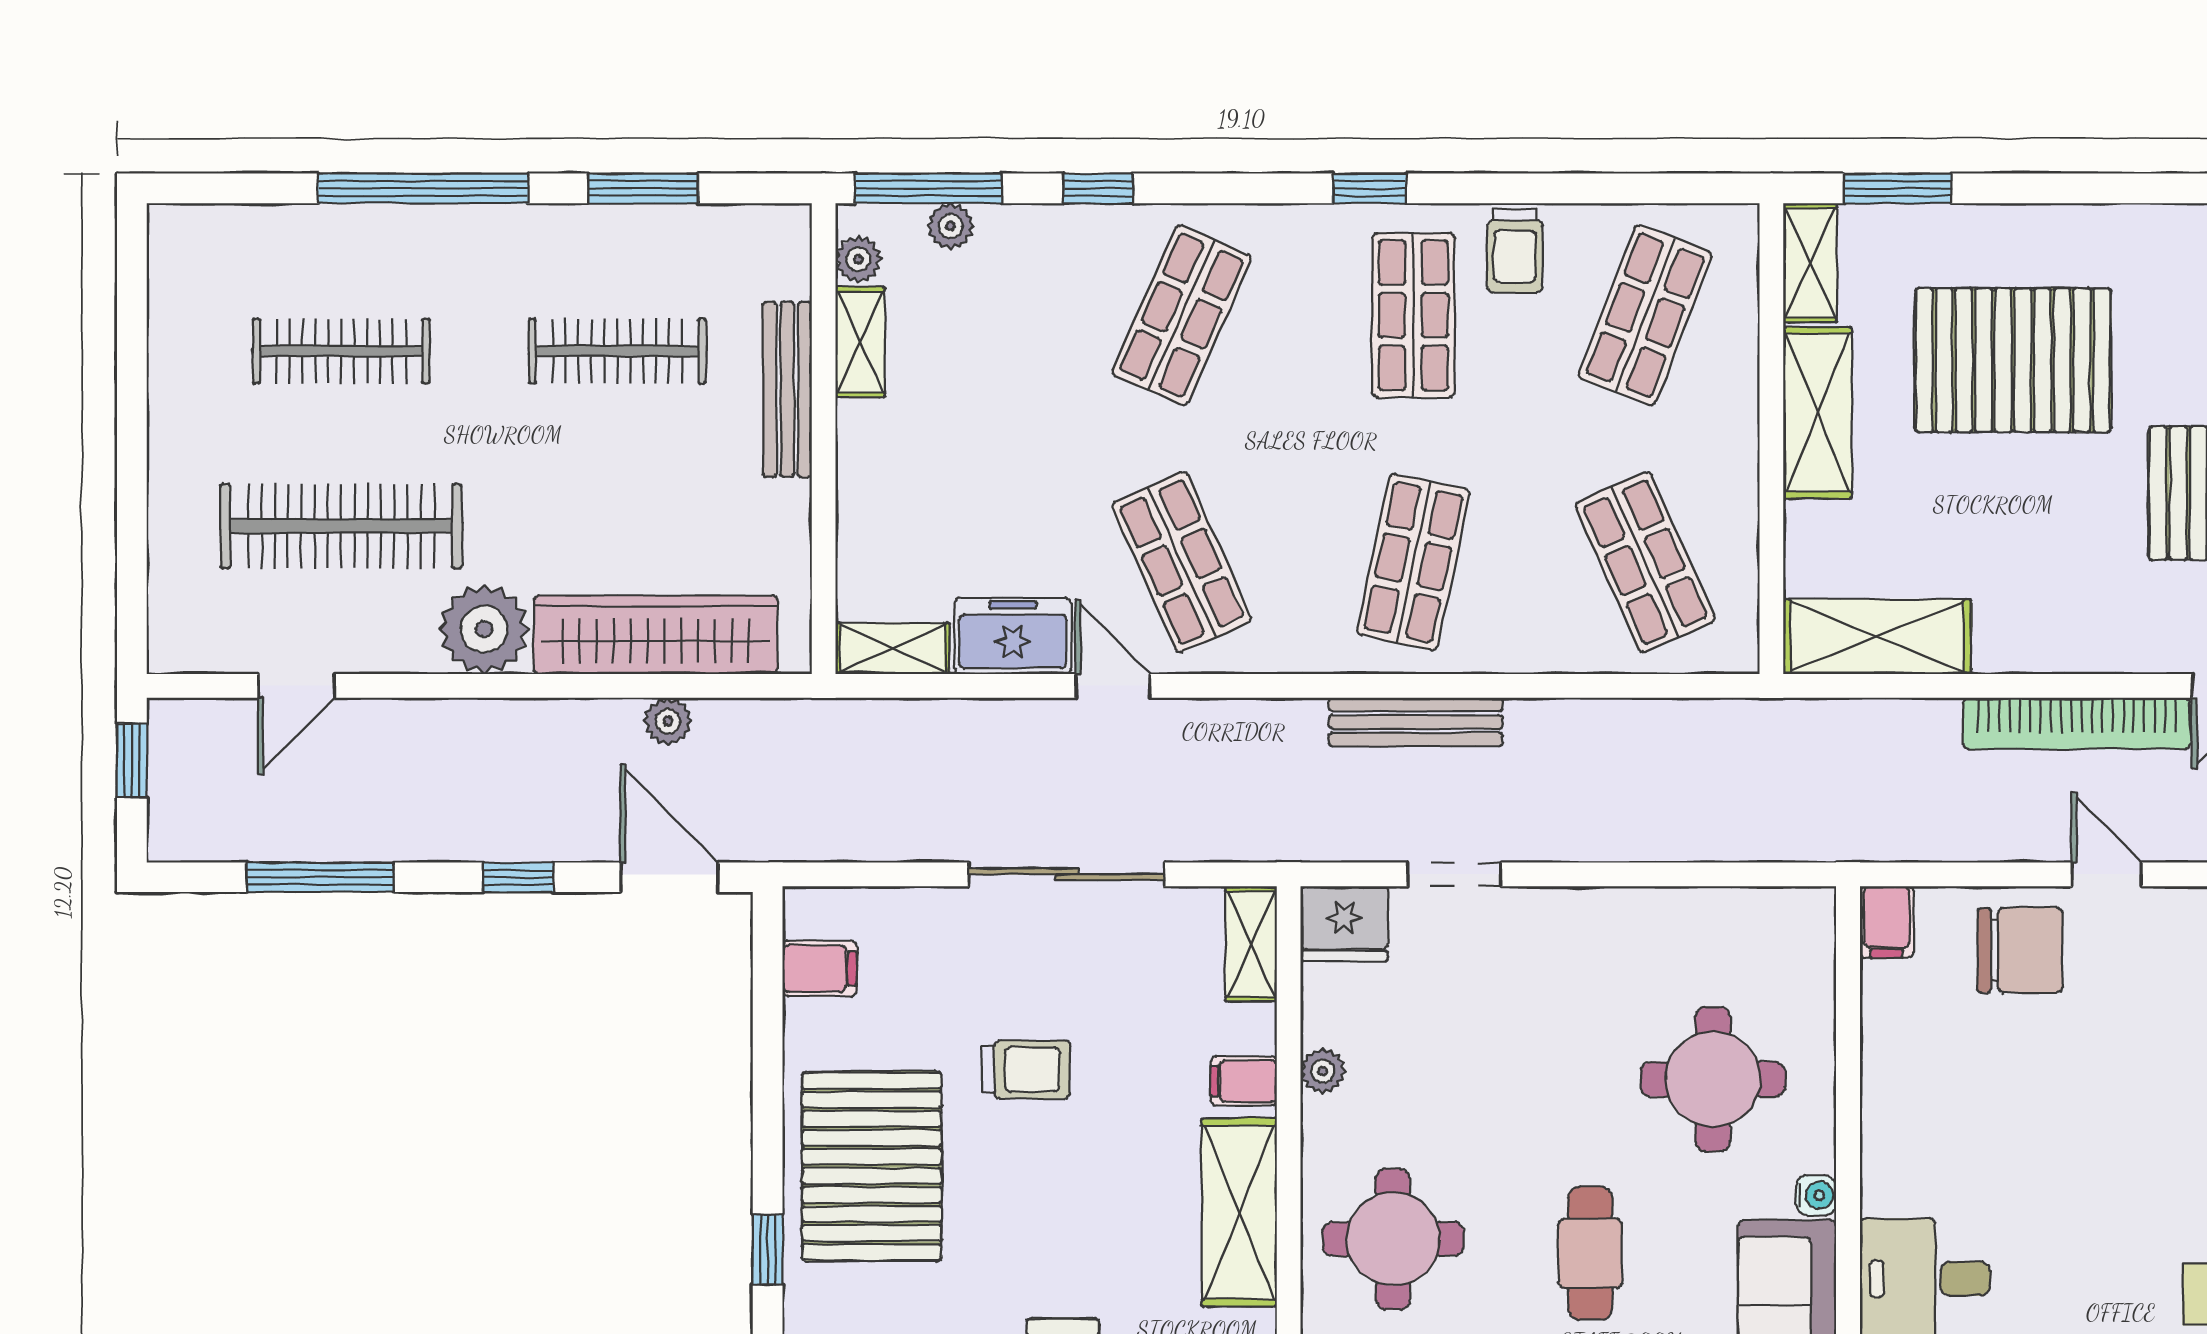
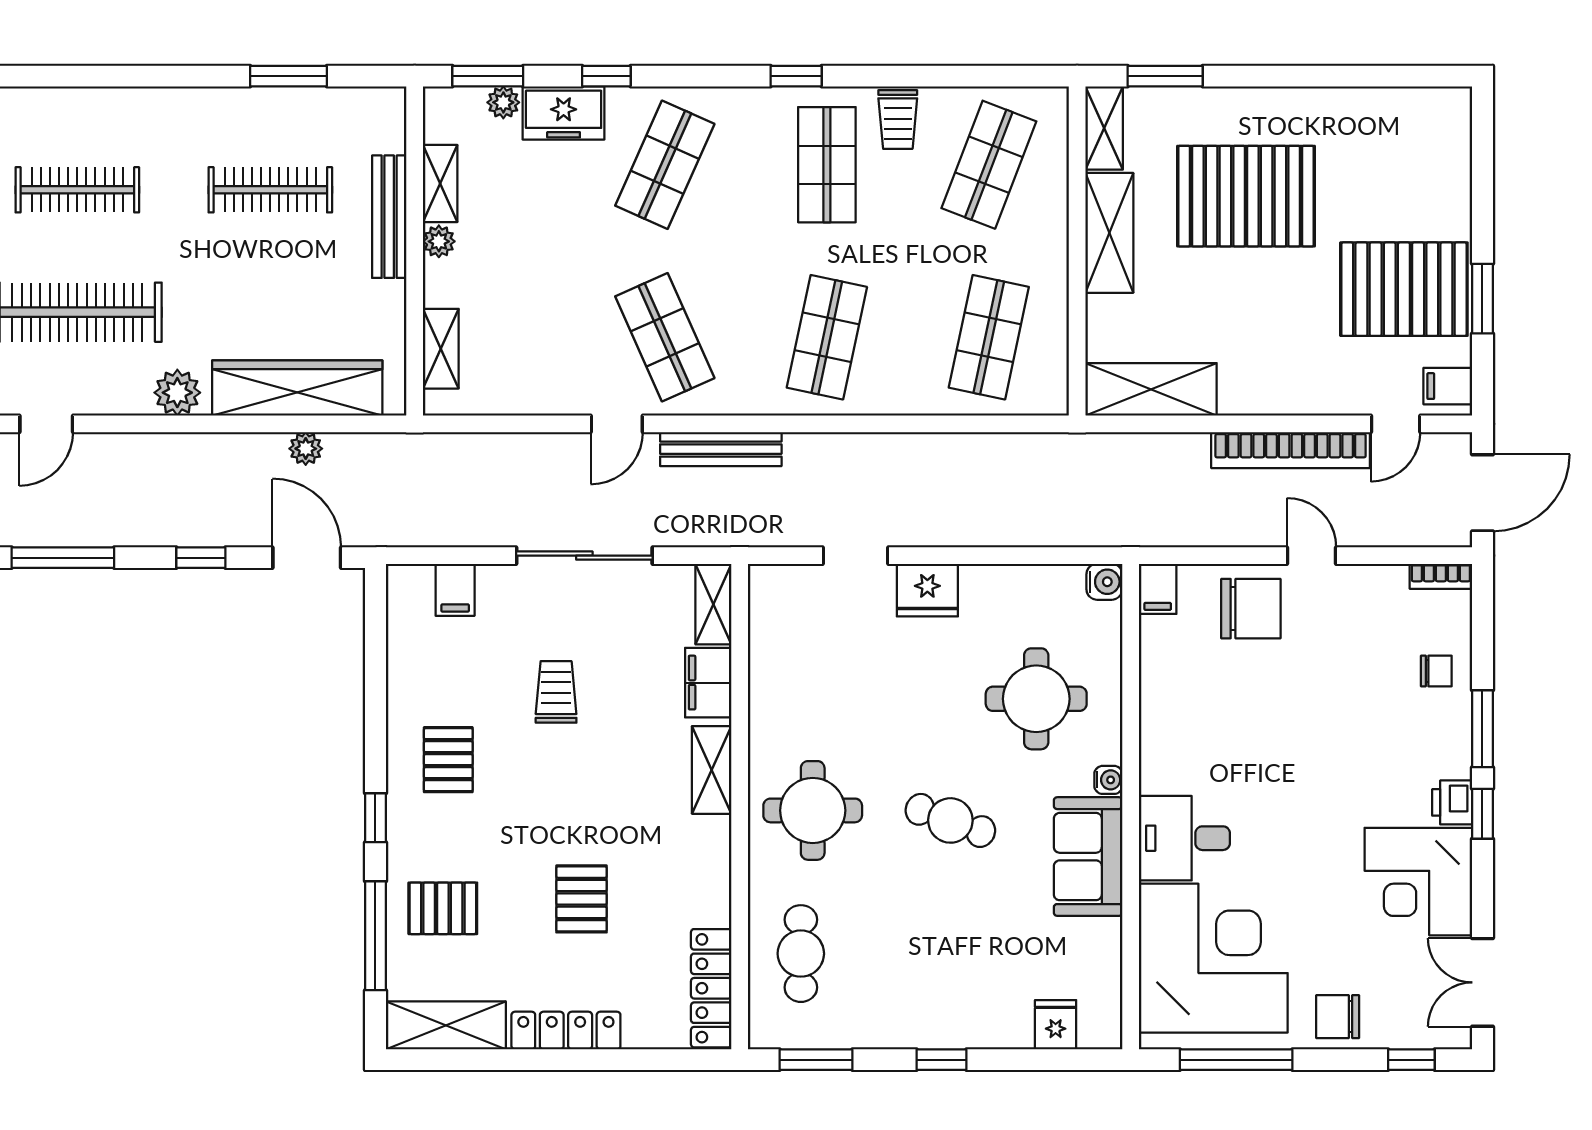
window: (423, 188) -> (135, 76), removed
window: (928, 188) -> (488, 76), width x0.69
plant: (858, 259) -> (439, 241), moved
shop shelf: (1645, 562) -> (989, 337), turned 36
plant: (484, 629) -> (177, 393), width x0.73, depth x0.73
freezer: (1013, 636) -> (564, 113), moved, turned 180
shelving: (892, 648) -> (441, 349), moved, turned 90
door: (1113, 686) -> (617, 424), swing flipped
bench: (1416, 722) -> (721, 449), moved
water cooler: (1810, 912) -> (1104, 582), added
fridge: (1344, 924) -> (927, 590), moved
filing cabinet: (820, 968) -> (455, 590), moved, turned 90
trolley: (1026, 1069) -> (556, 692), turned -90
plant: (1323, 1071) -> (763, 693), removed
filing cabinet: (1244, 1081) -> (708, 683), width x2.00
pallet: (872, 1166) -> (448, 760), width x0.49, depth x0.50
shelving: (1239, 1212) -> (712, 770), width x0.67, depth x0.75
cafe table: (1590, 1253) -> (950, 820), turned -70

